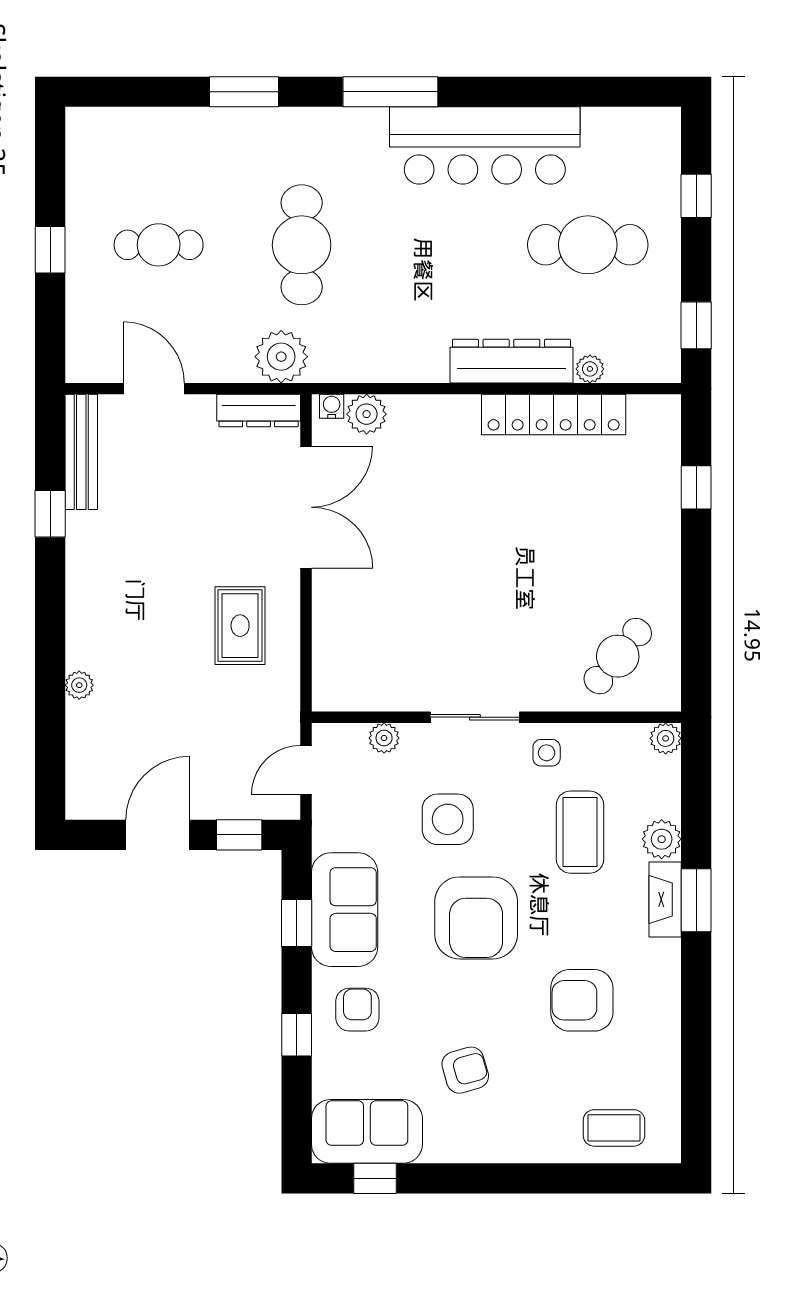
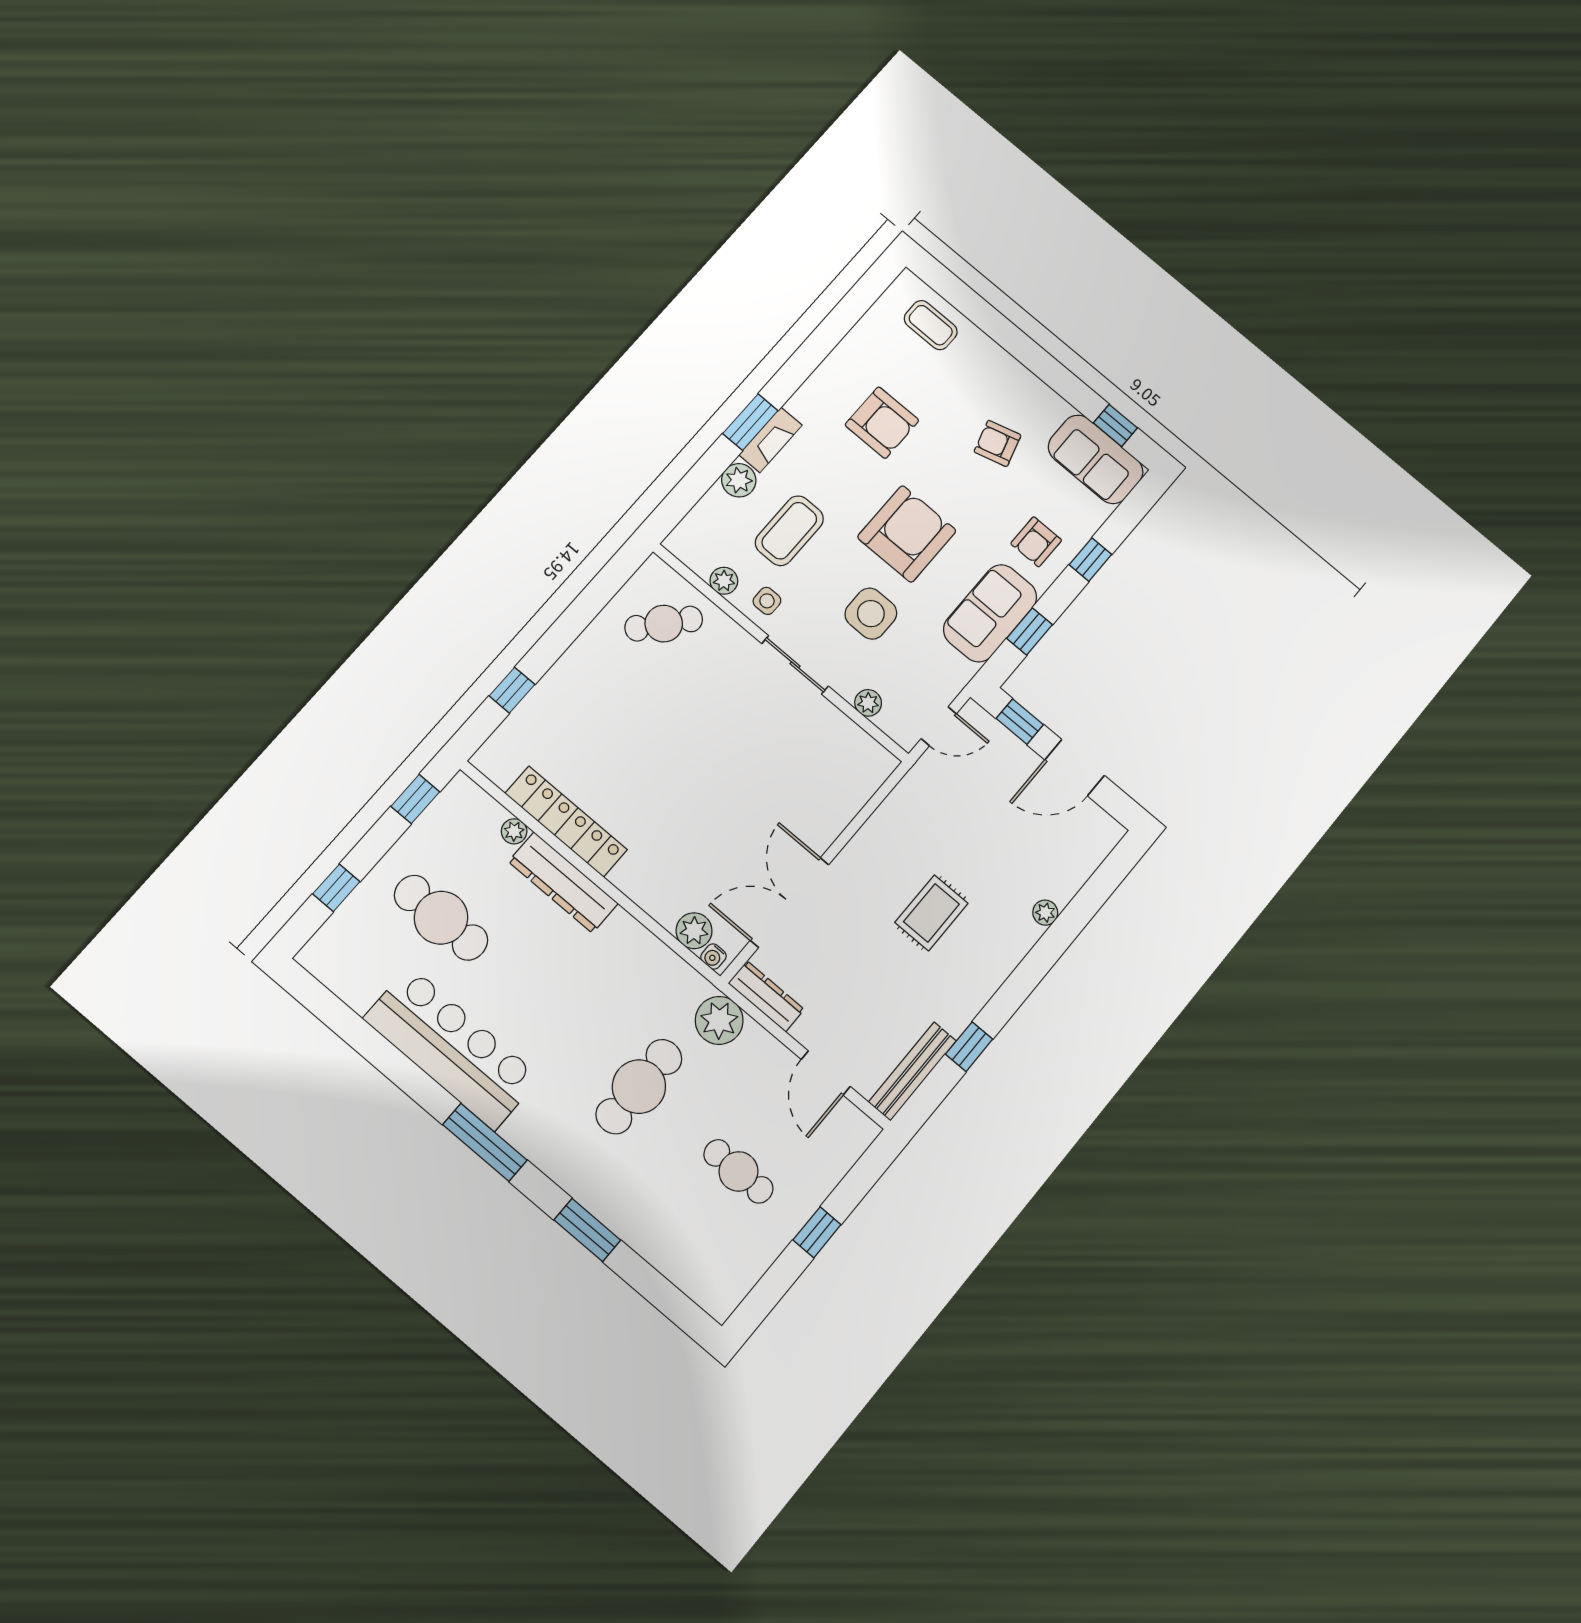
rug: (240, 626) -> (931, 913), moved
plant: (666, 738) -> (724, 581), moved

